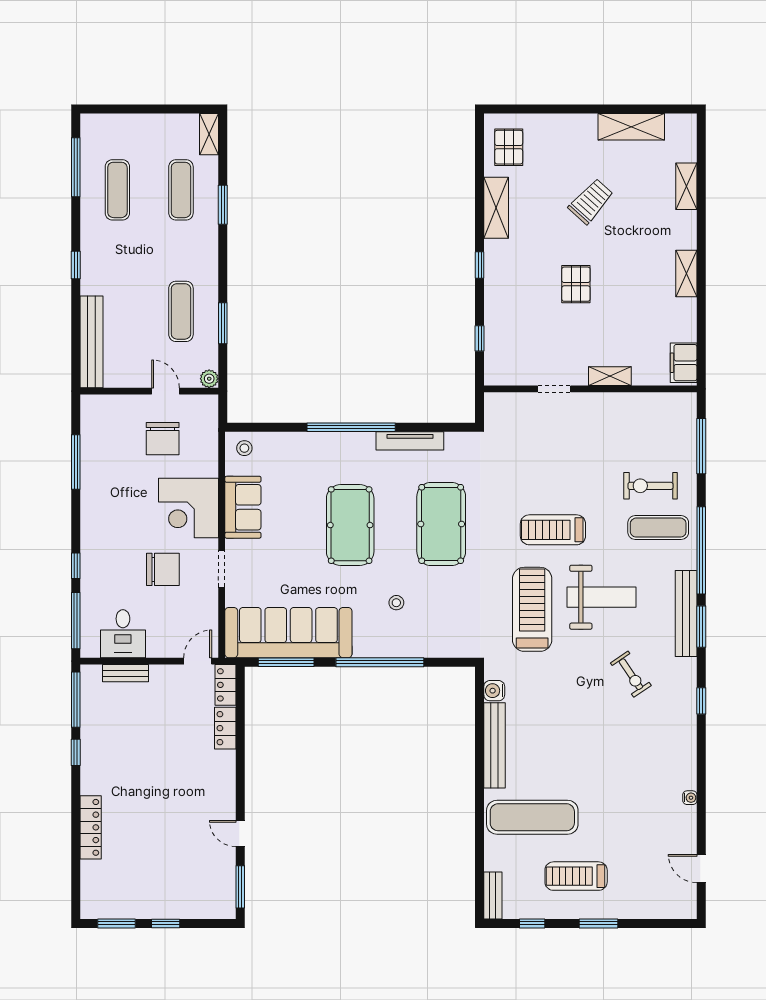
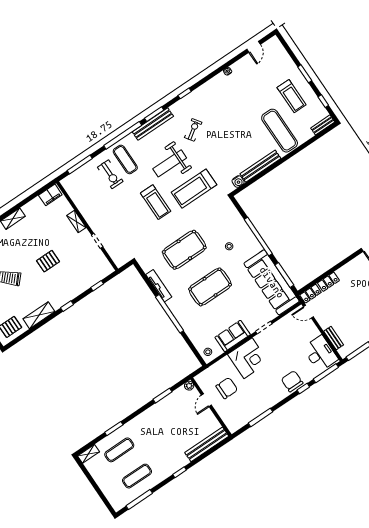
exercise mat: (181, 311) -> (169, 416), removed
chair: (163, 569) -> (292, 381), moved
weight bench: (602, 597) -> (170, 163), turned -90
desk: (123, 634) -> (320, 354), width x1.37

